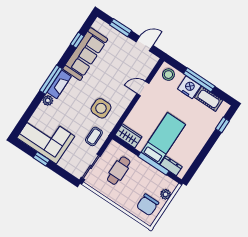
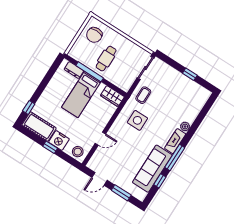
window: (51, 80) -> (175, 157), moved
window: (199, 80) -> (50, 147), width x0.46
cot: (209, 99) -> (39, 127), width x1.37, depth x1.34
corner sofa: (46, 137) -> (186, 94), removed
cafe table: (119, 171) -> (106, 59), moved
plant: (166, 194) -> (78, 45), removed
chair: (148, 205) -> (94, 35), turned 180

